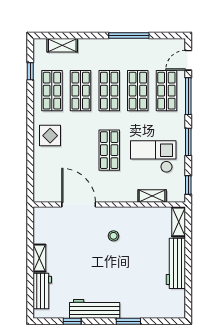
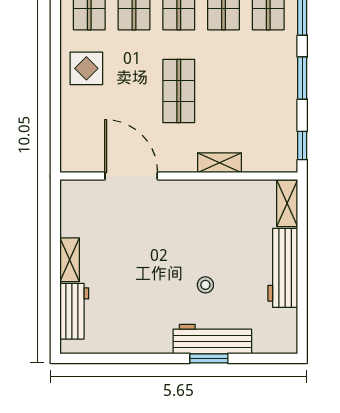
checkout: (153, 157) -> (248, 101), removed
shelving: (152, 196) -> (219, 163), moved
stool: (113, 236) -> (205, 285), moved
workbench: (95, 309) -> (212, 339), moved
window: (72, 321) -> (121, 358), removed

